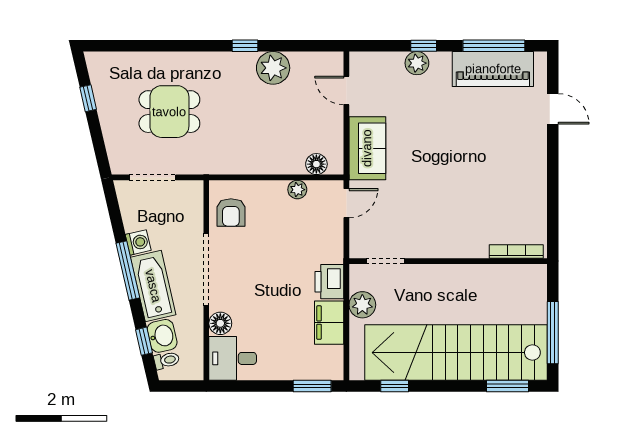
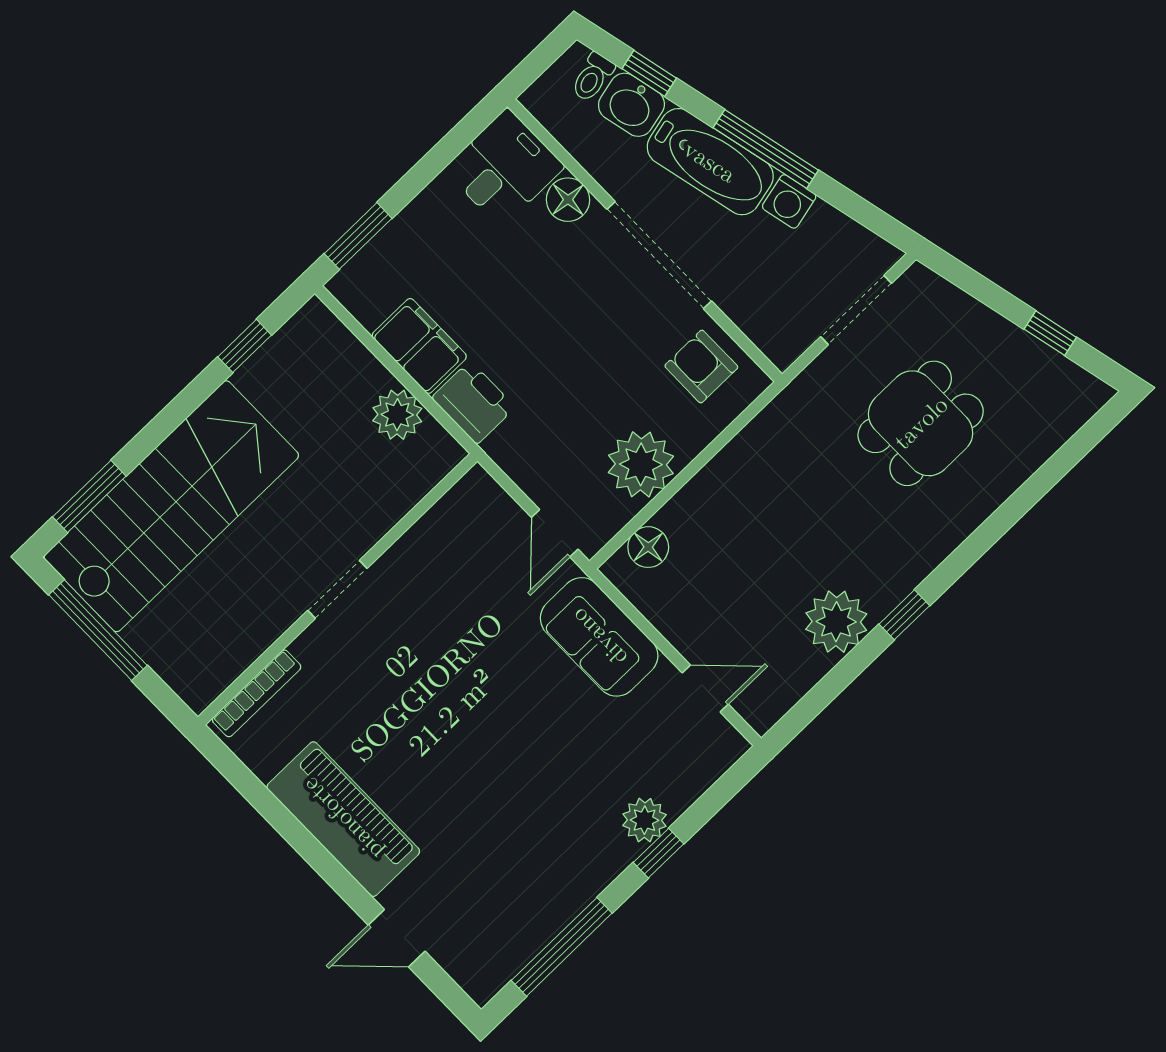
piano: (493, 69) -> (343, 819), moved, turned 90
plant: (297, 190) -> (641, 464), width x1.87, depth x1.87
doorway: (385, 261) -> (337, 589), moved
stairs: (456, 353) -> (171, 506), width x0.73

